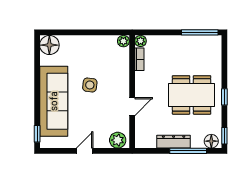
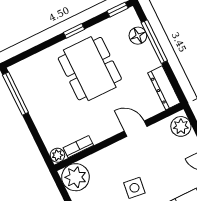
plant: (123, 41) -> (75, 177), width x1.87, depth x1.87
floor lamp: (211, 141) -> (138, 36), moved
dresser: (174, 142) -> (164, 88), moved

